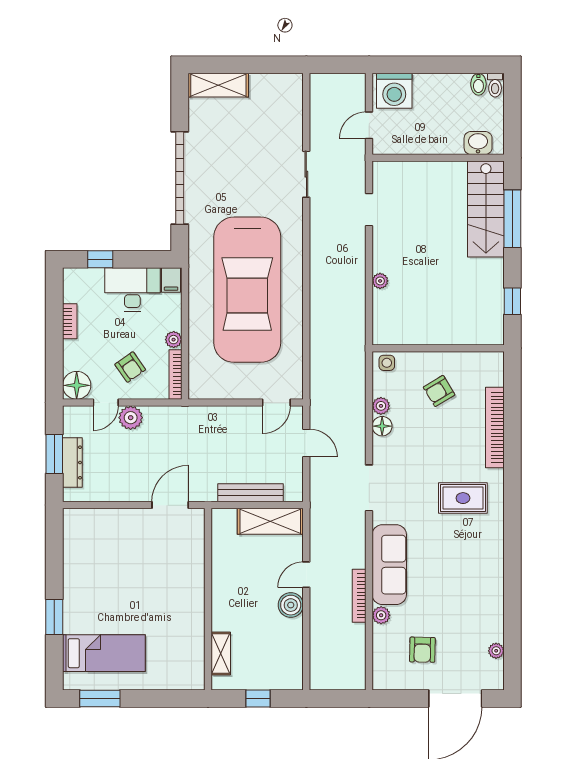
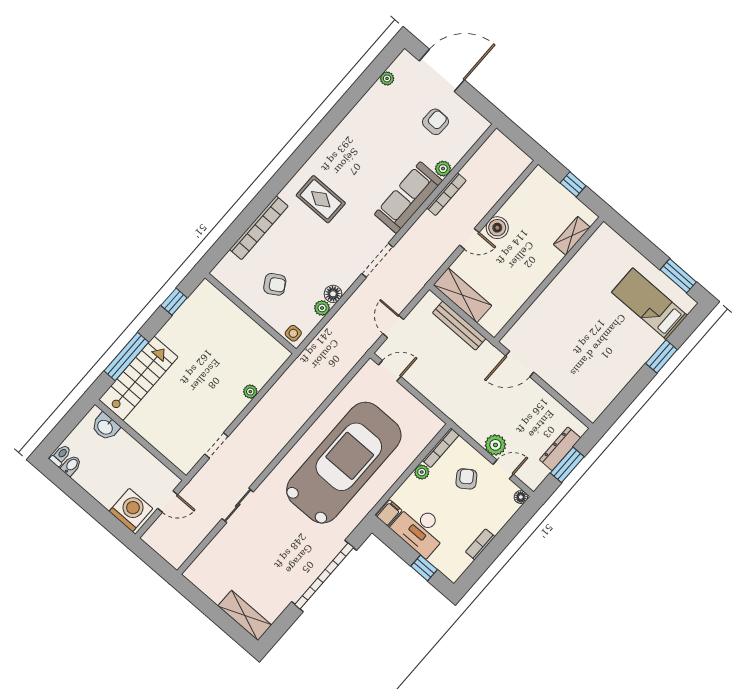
floor lamp: (77, 385) -> (521, 497), width x0.53, depth x0.53

